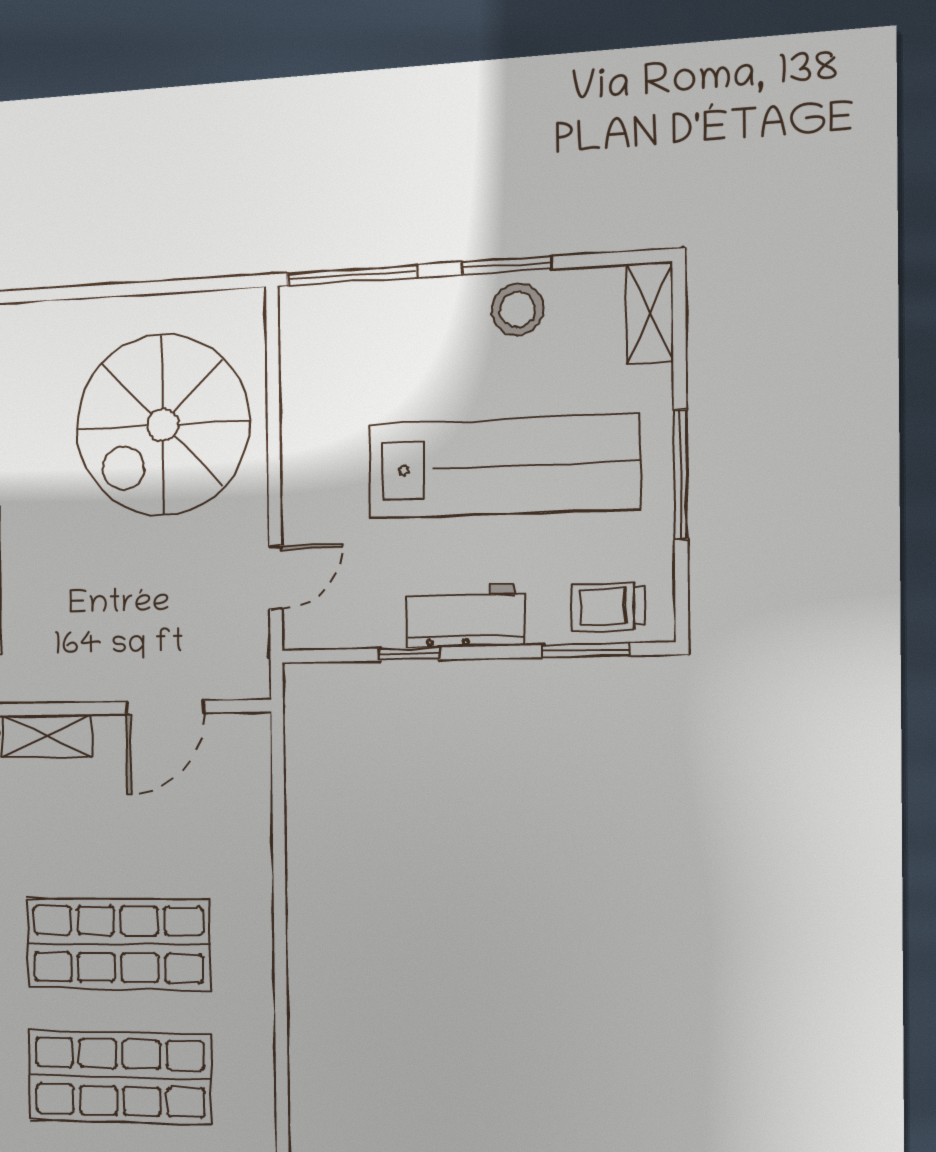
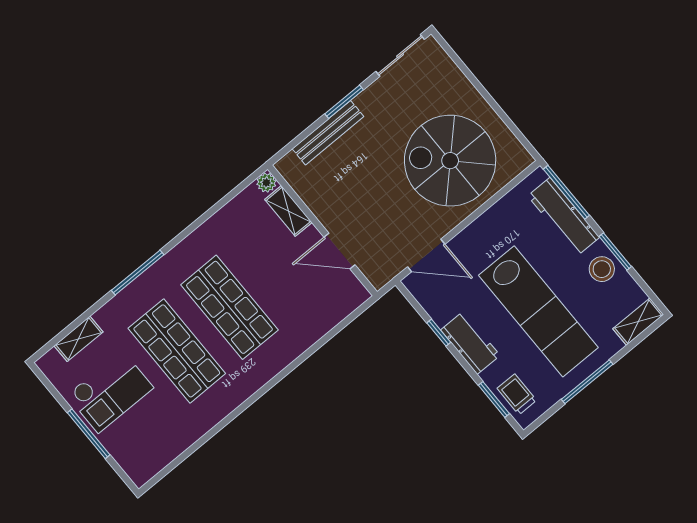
workbench: (386, 309) -> (564, 217), added
door: (275, 578) -> (426, 255), width x1.38

